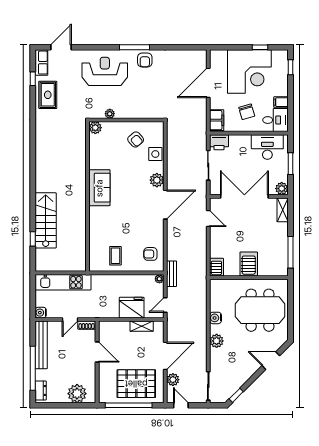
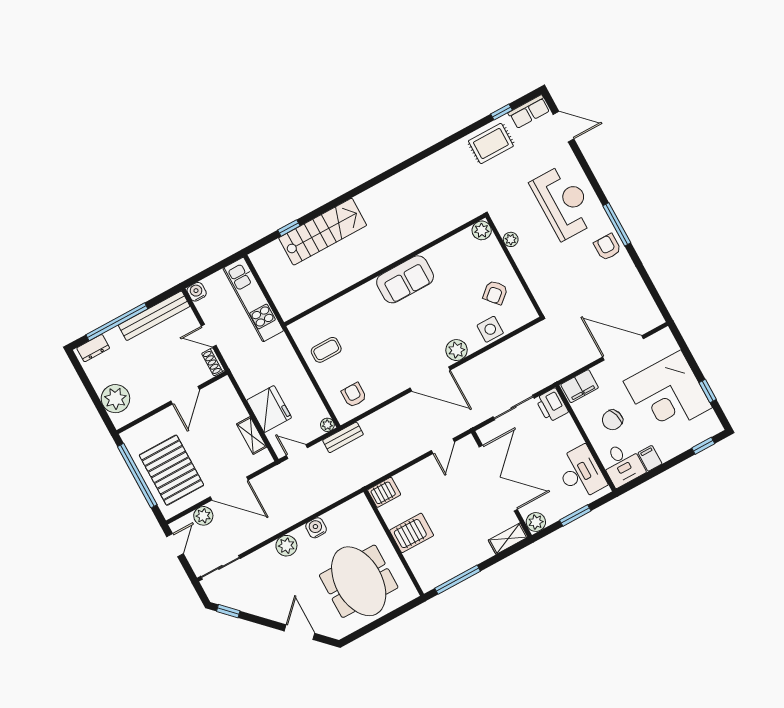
armchair: (145, 60) -> (607, 247), turned 90

